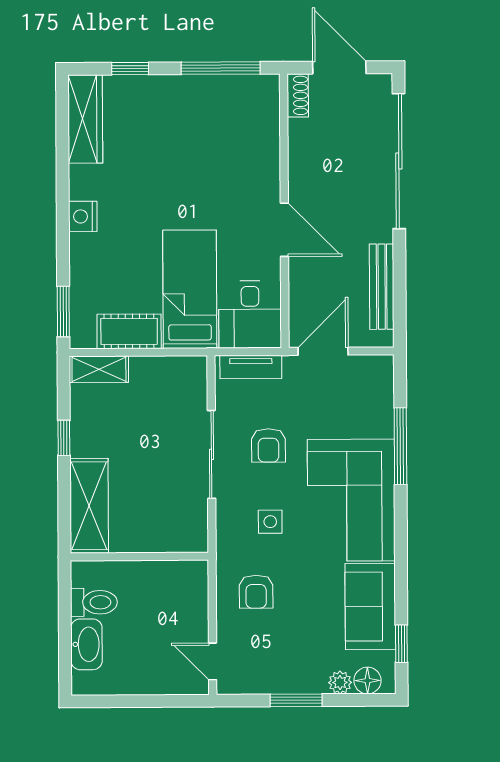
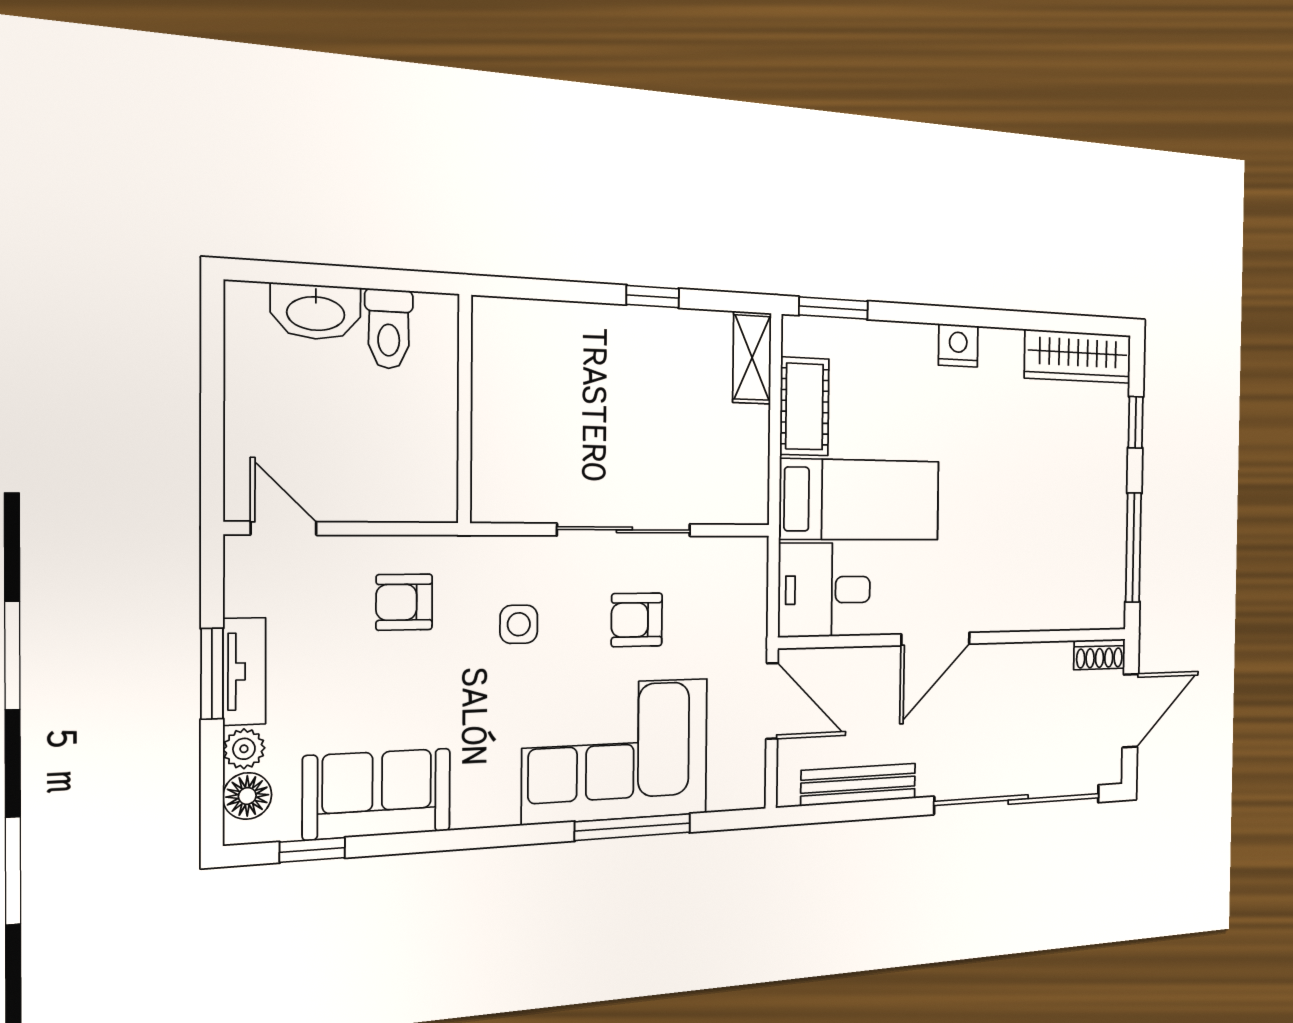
tv unit: (251, 367) -> (244, 671), moved, turned 180
corner sofa: (351, 500) -> (616, 751), moved
shelving: (89, 506) -> (547, 330), removed
door: (213, 661) -> (284, 528), hinge flipped

